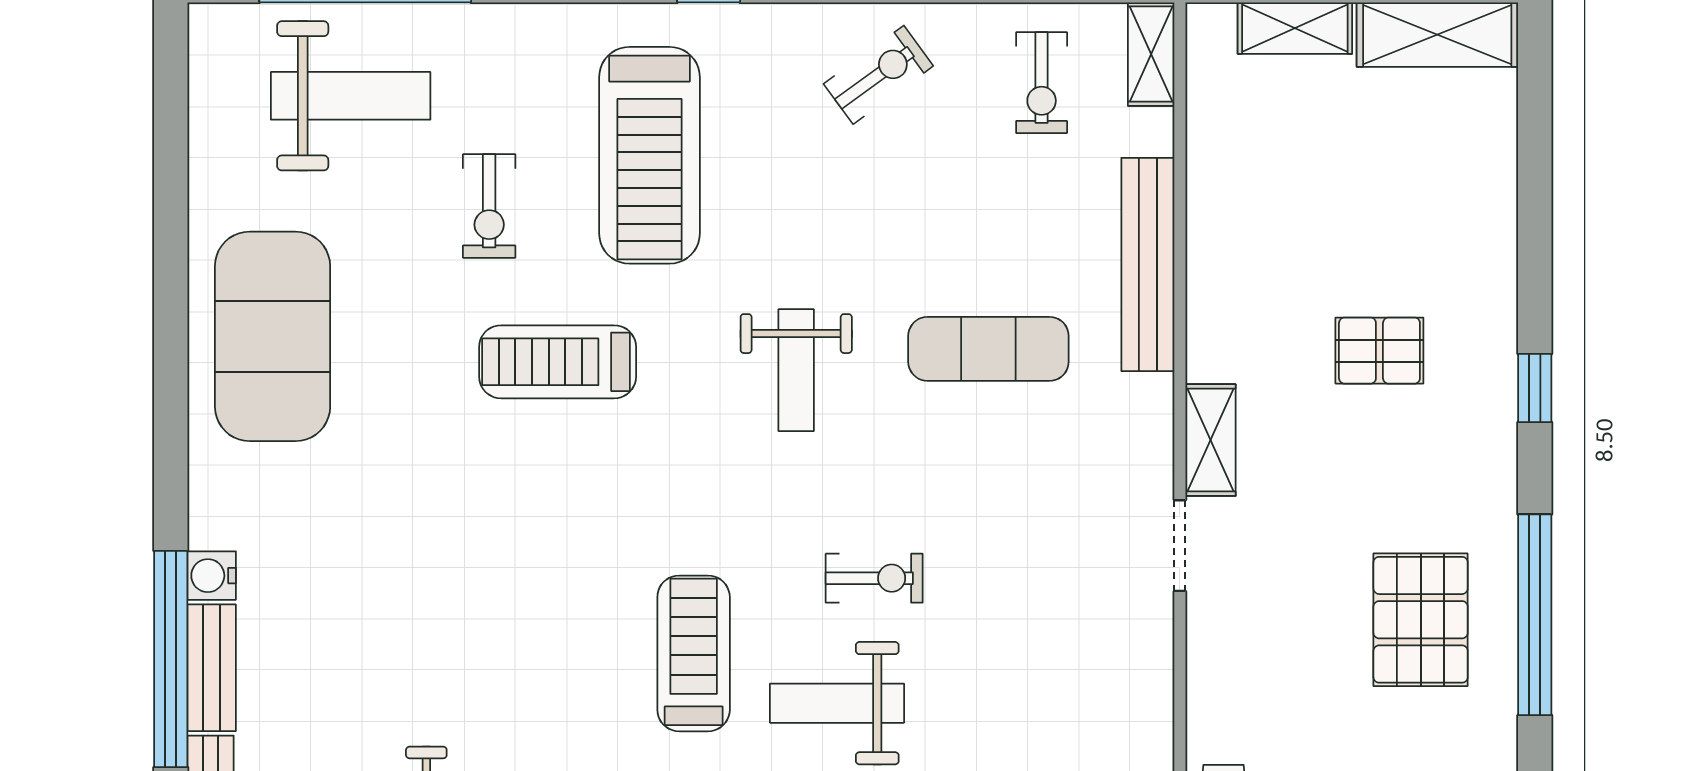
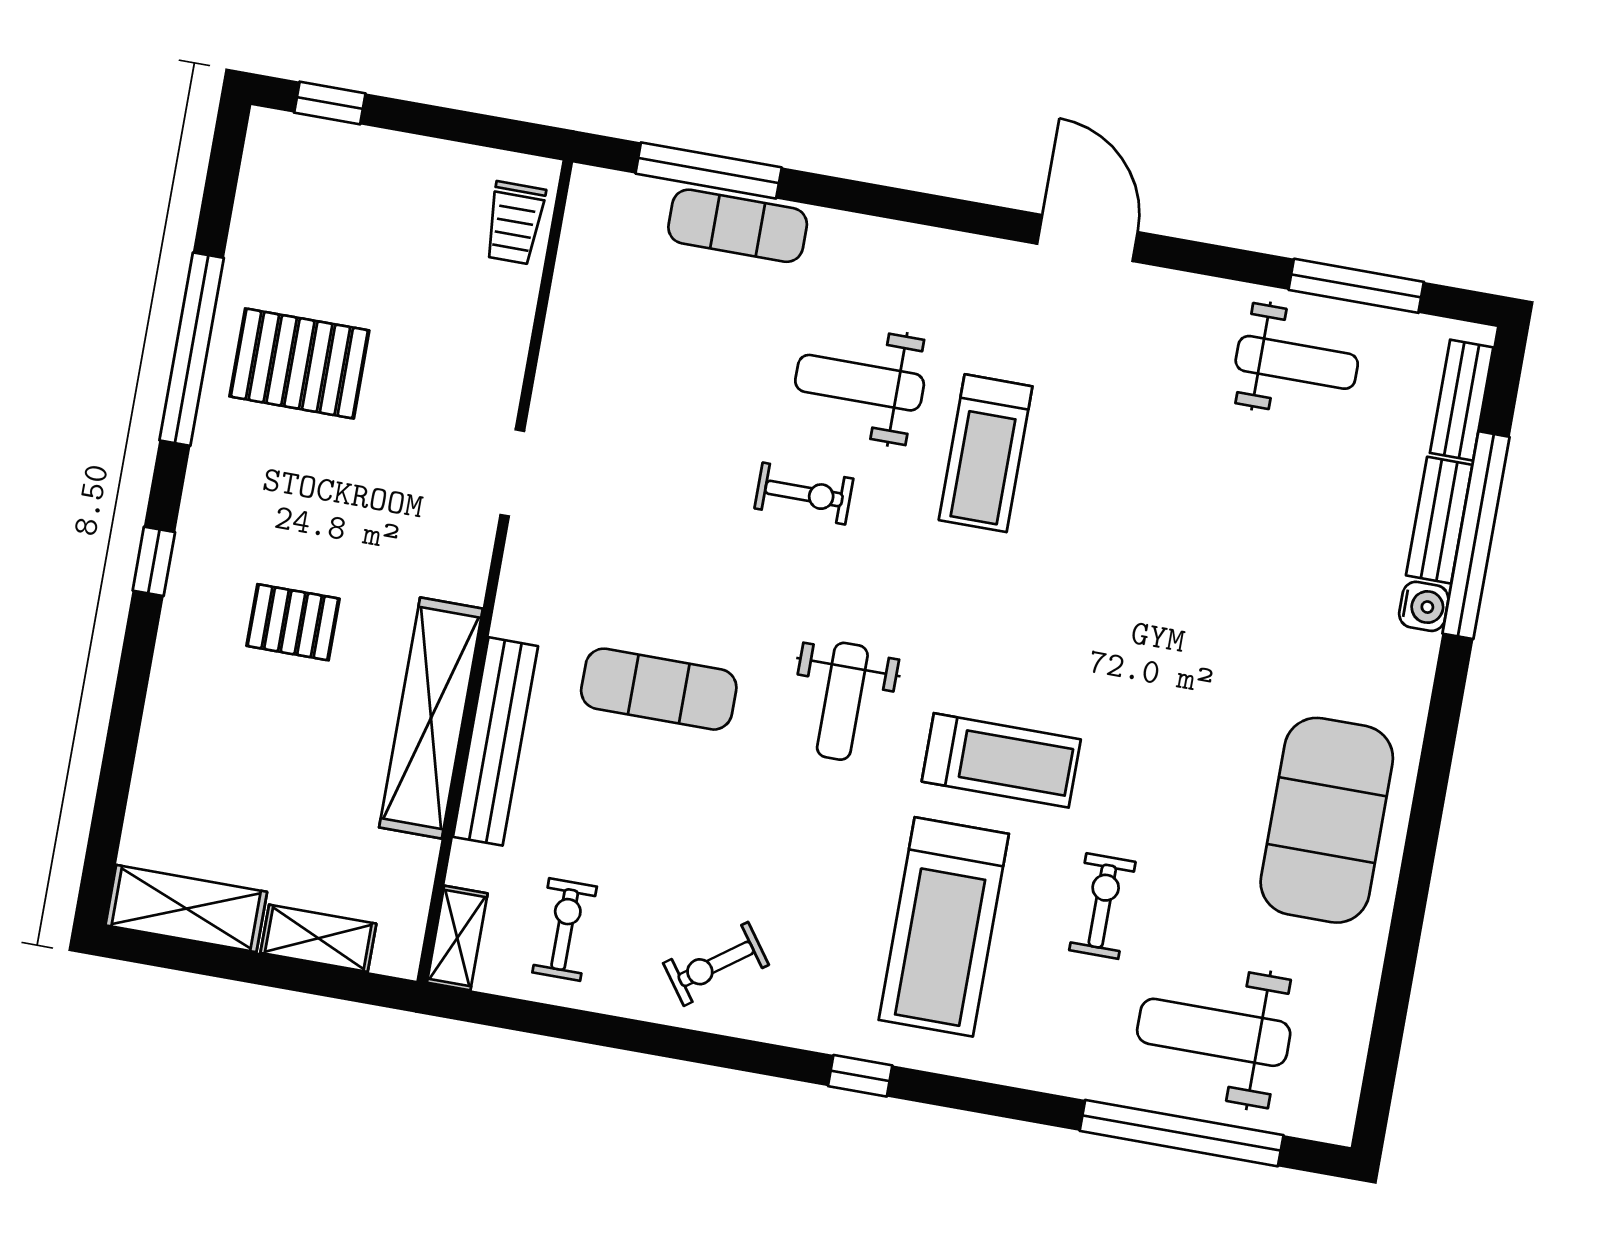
treadmill: (649, 155) -> (944, 927), turned 180
treadmill: (558, 362) -> (1001, 760), moved
weight bench: (796, 370) -> (842, 701), turned 180
shelving: (1211, 440) -> (431, 718), moved, width x2.20, depth x1.33
exercise bike: (874, 578) -> (804, 494), turned 180
pallet: (1421, 620) -> (299, 363), turned 90
weight bench: (837, 703) -> (860, 383), turned 180

